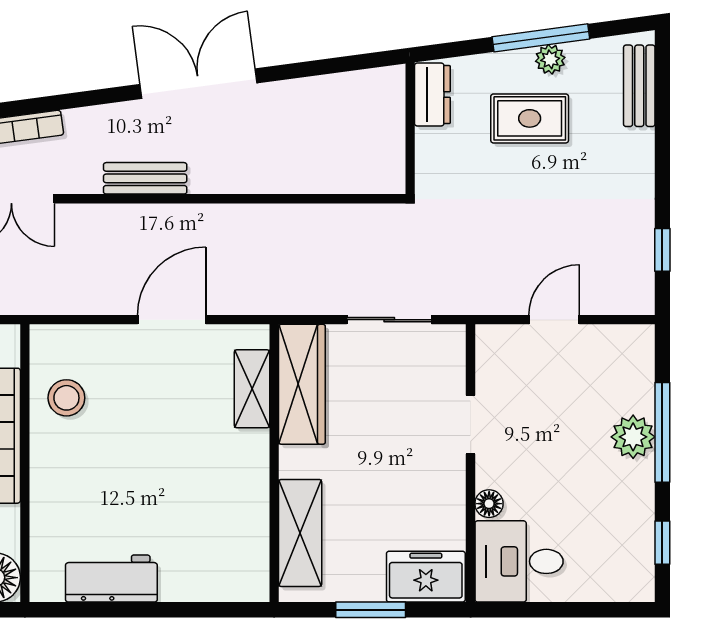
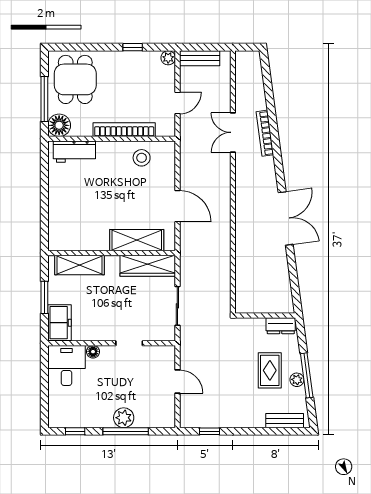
bench: (145, 178) -> (242, 194), removed
shelving: (252, 389) -> (137, 240), width x1.50, depth x1.33
workbench: (111, 579) -> (74, 152), moved, turned 90

